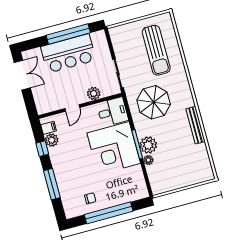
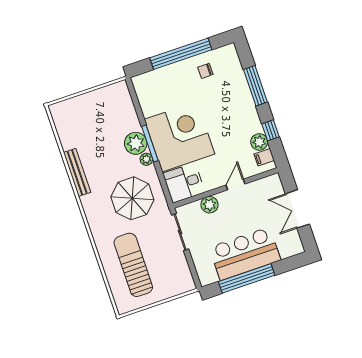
double door: (22, 75) -> (297, 209), moved
plant: (148, 160) -> (146, 159), moved

